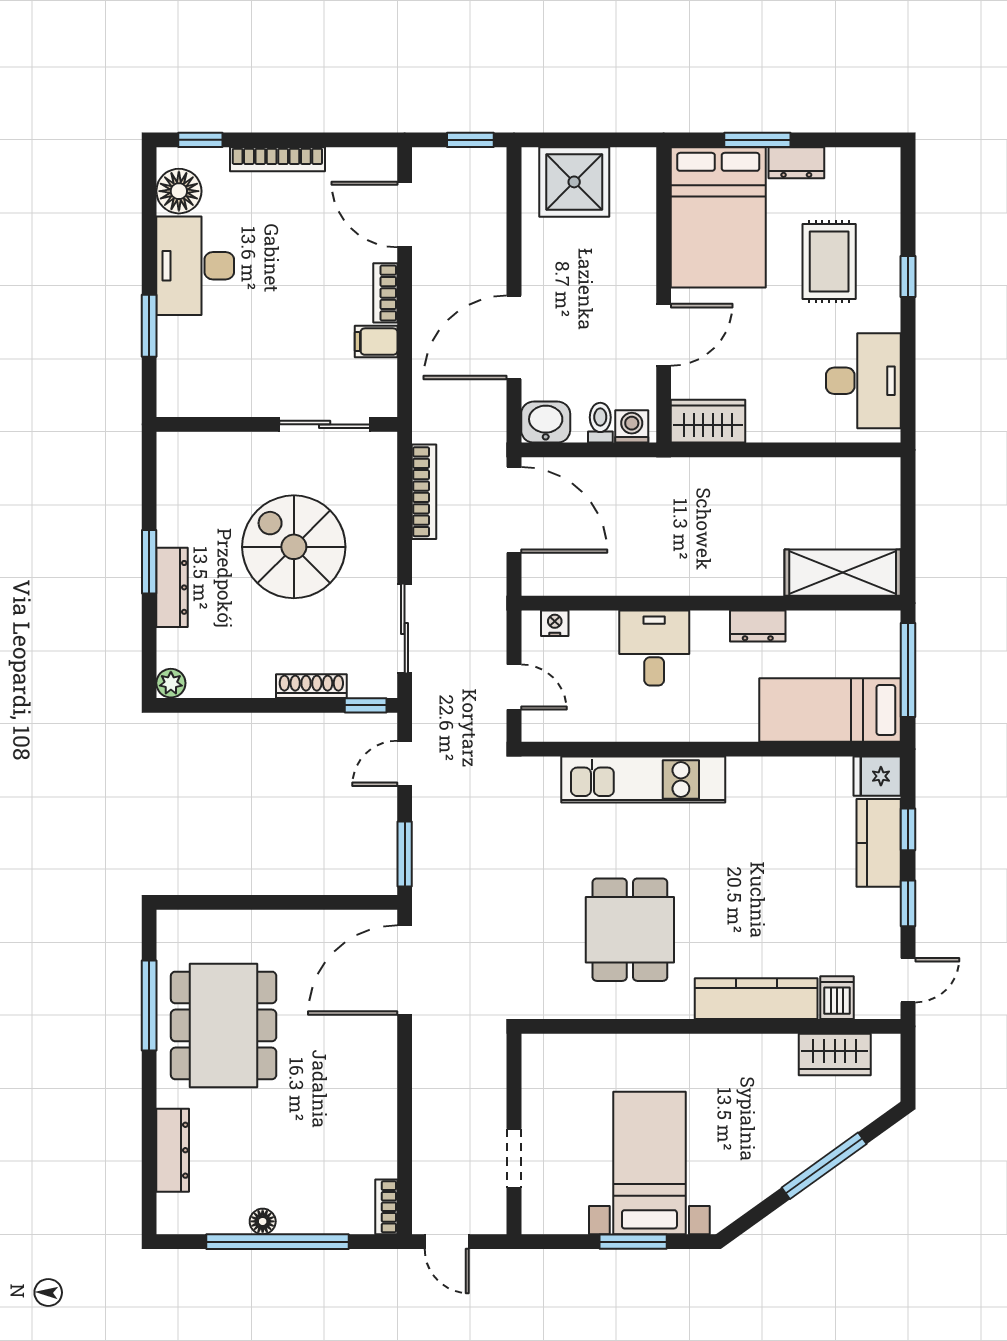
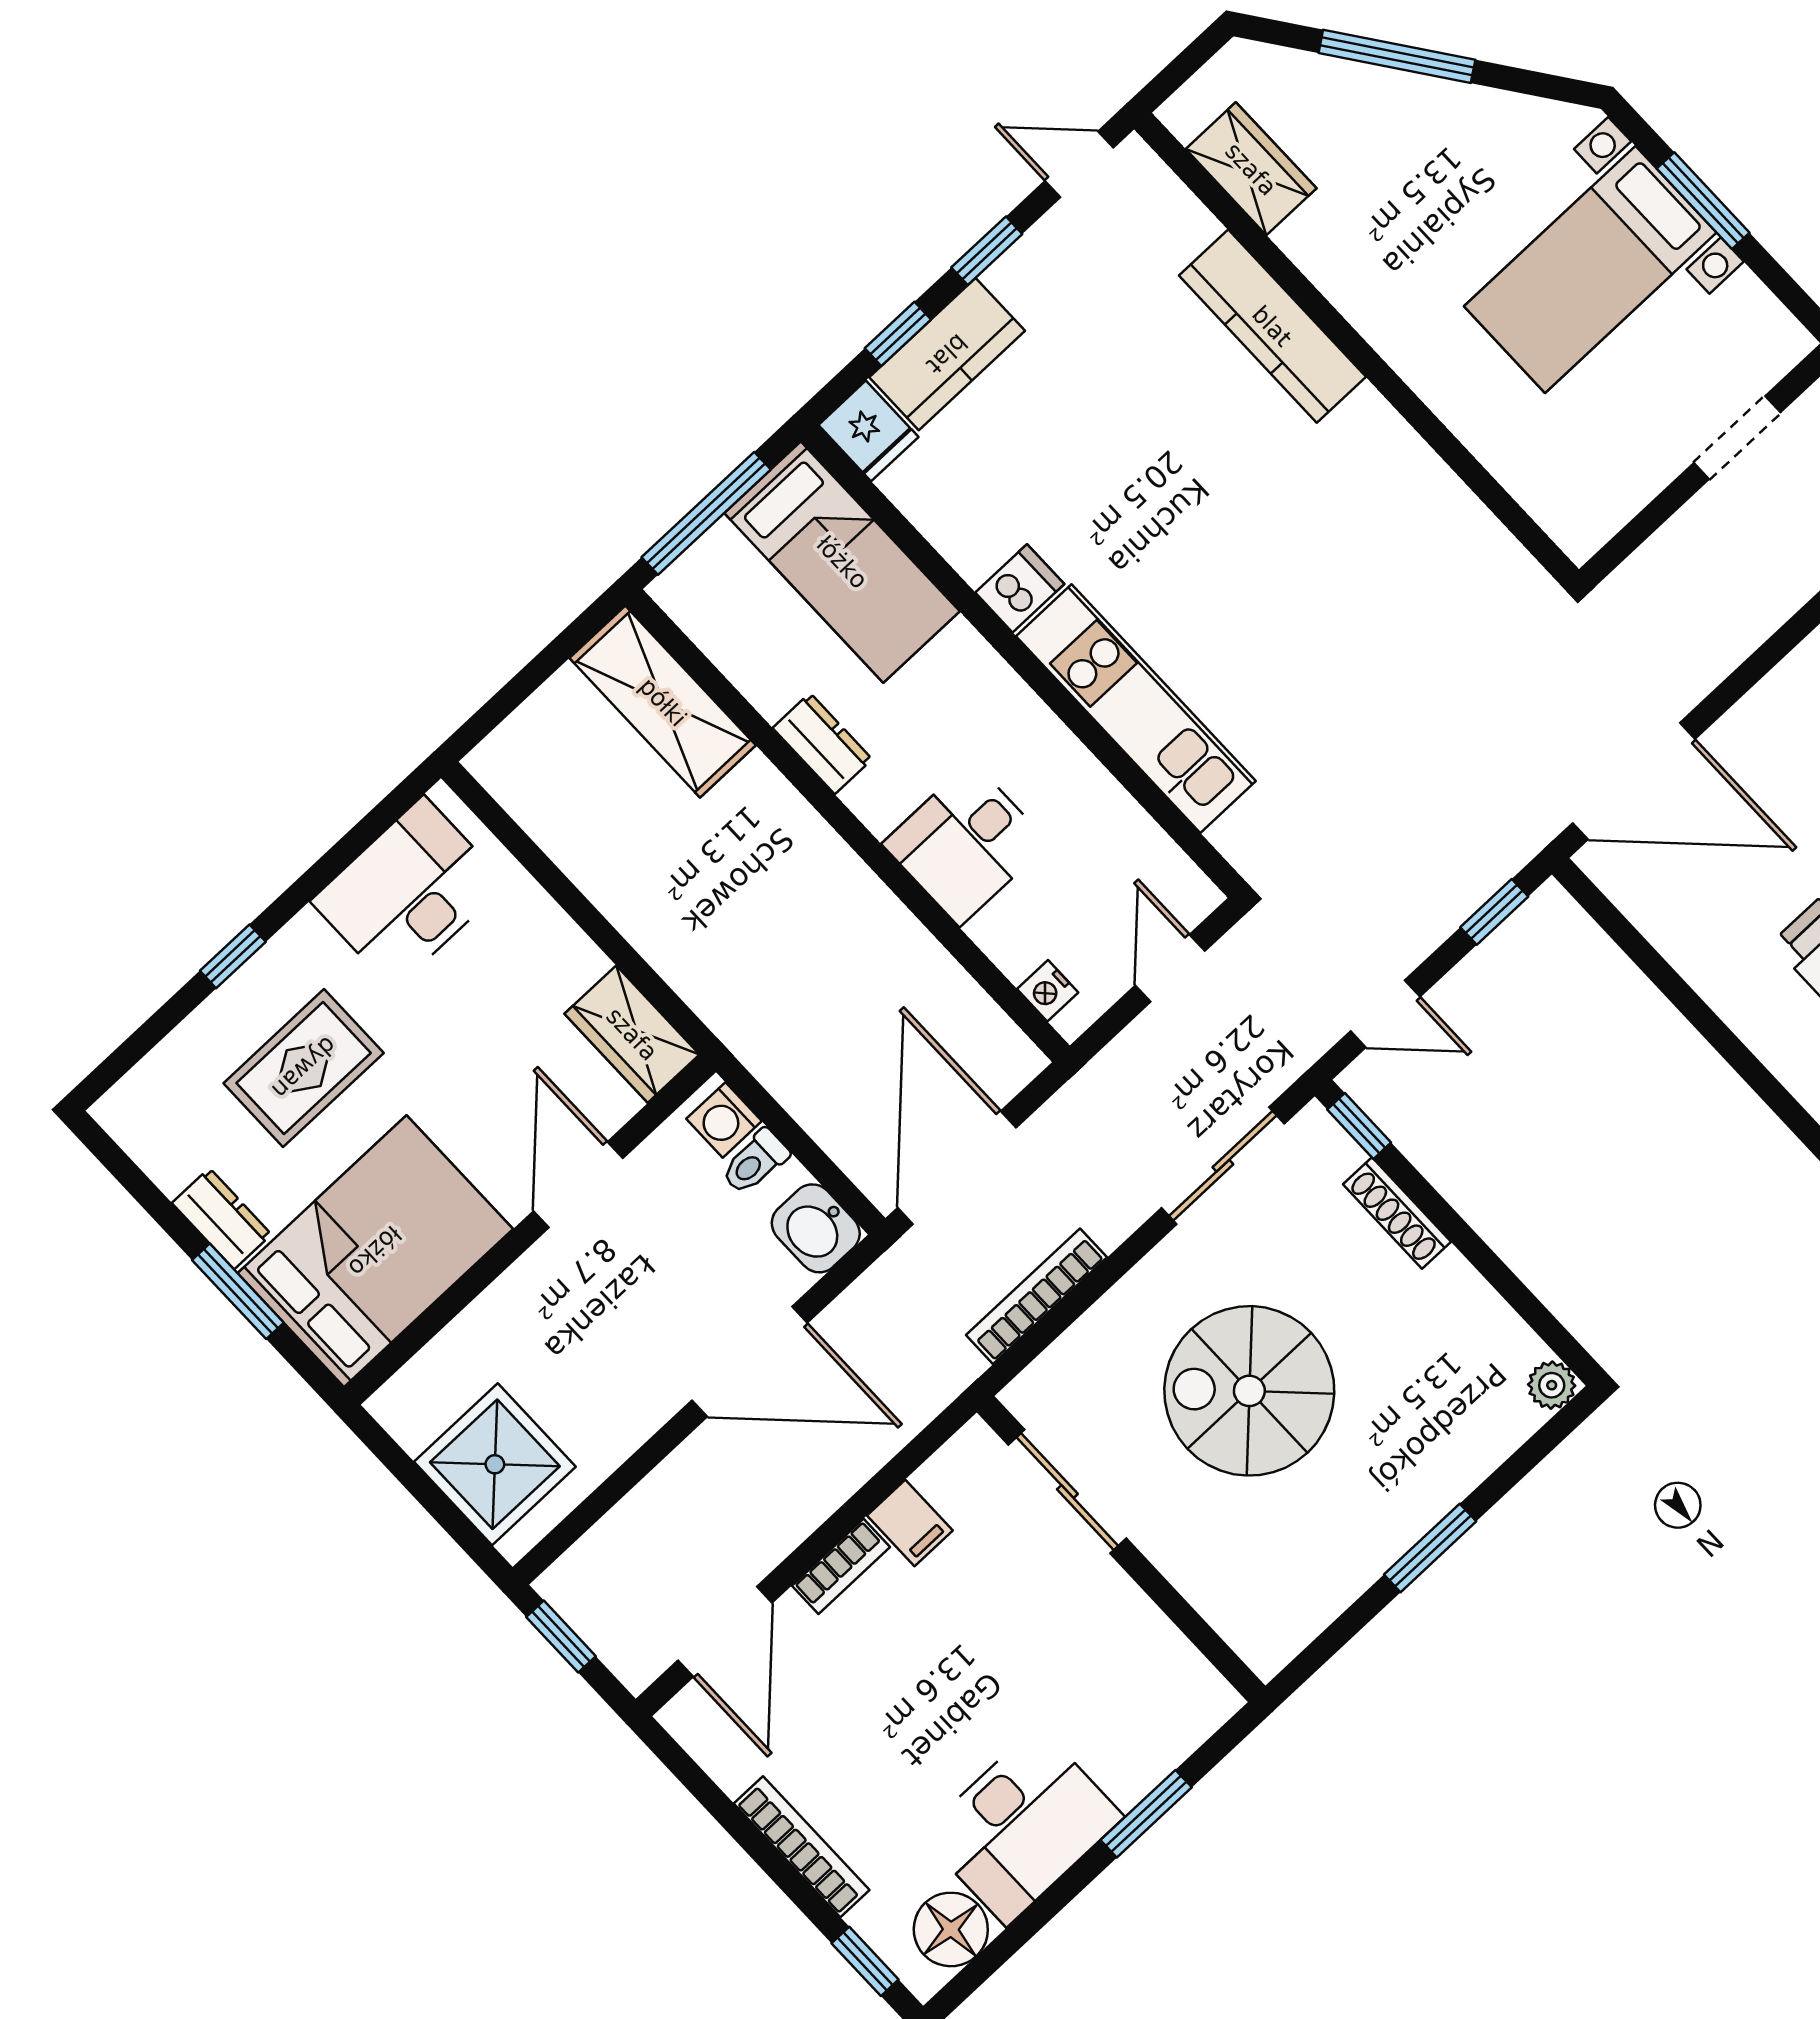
door: (664, 335) -> (578, 1185), hinge flipped
spiral stairs: (294, 547) -> (1249, 1391), turned 90
dresser: (172, 587) -> (1435, 1492), removed
window: (405, 854) -> (1494, 912), width x0.67
dining table: (630, 930) -> (1332, 556), removed
dishwasher: (837, 998) -> (1020, 588), moved, turned 180

